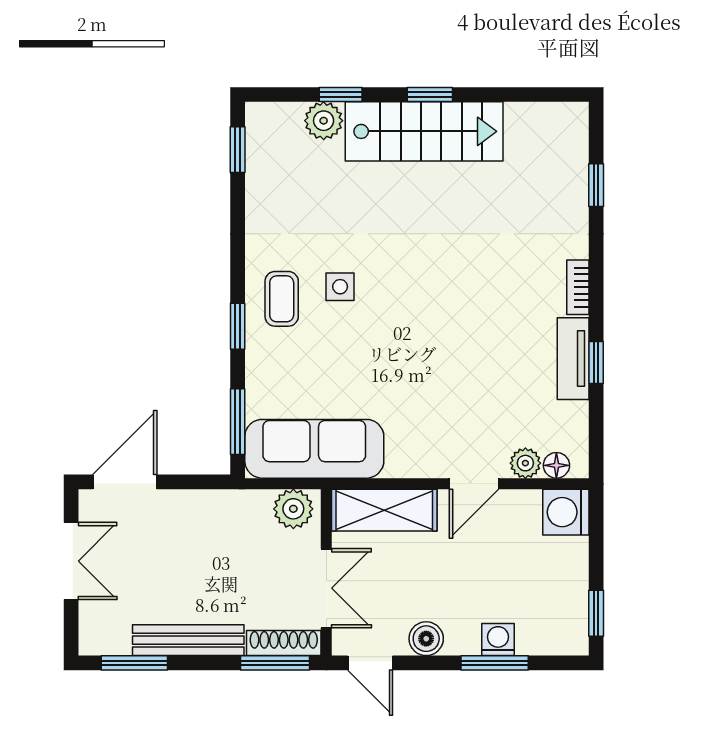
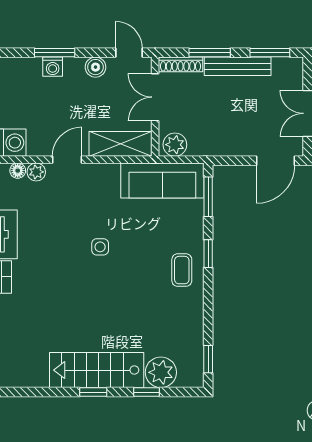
plant: (324, 121) -> (161, 372), width x1.36, depth x1.36
side table: (340, 287) -> (100, 247), moved
window: (275, 663) -> (210, 53), moved

